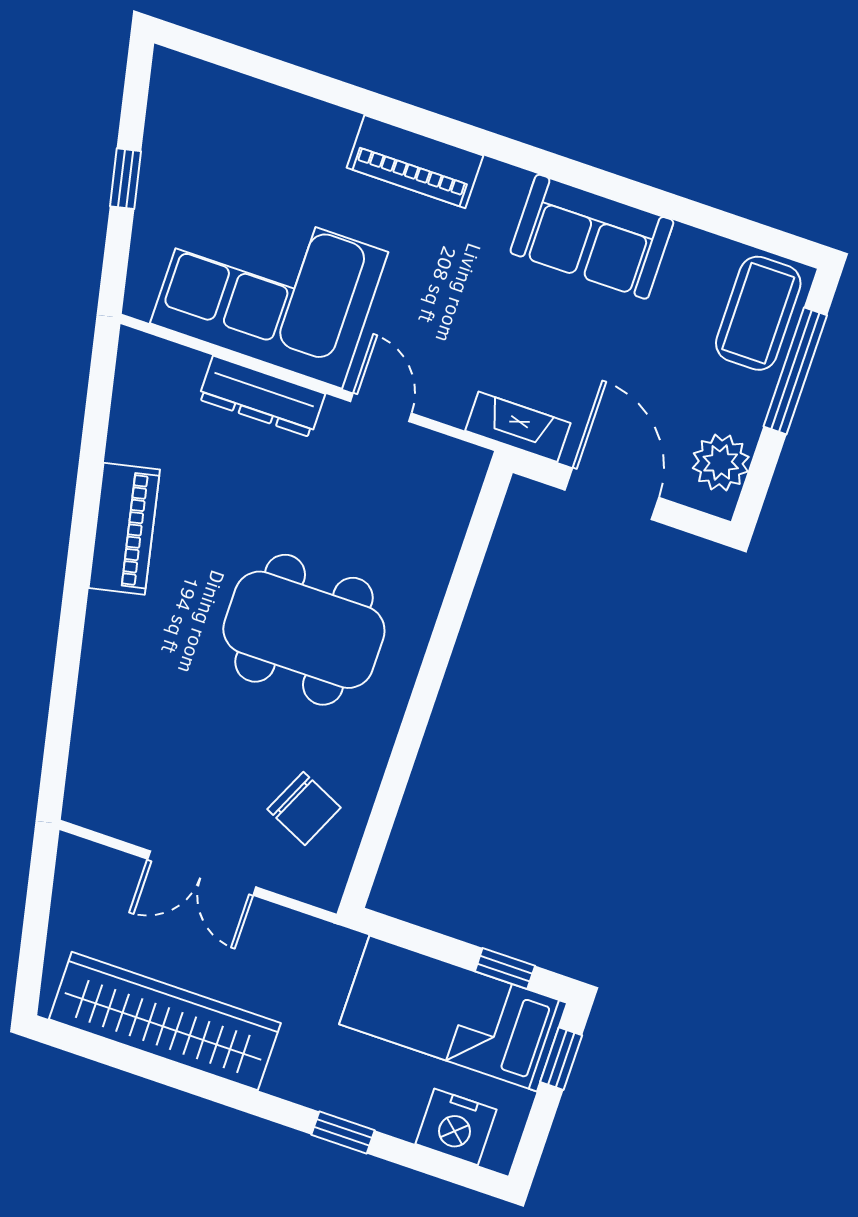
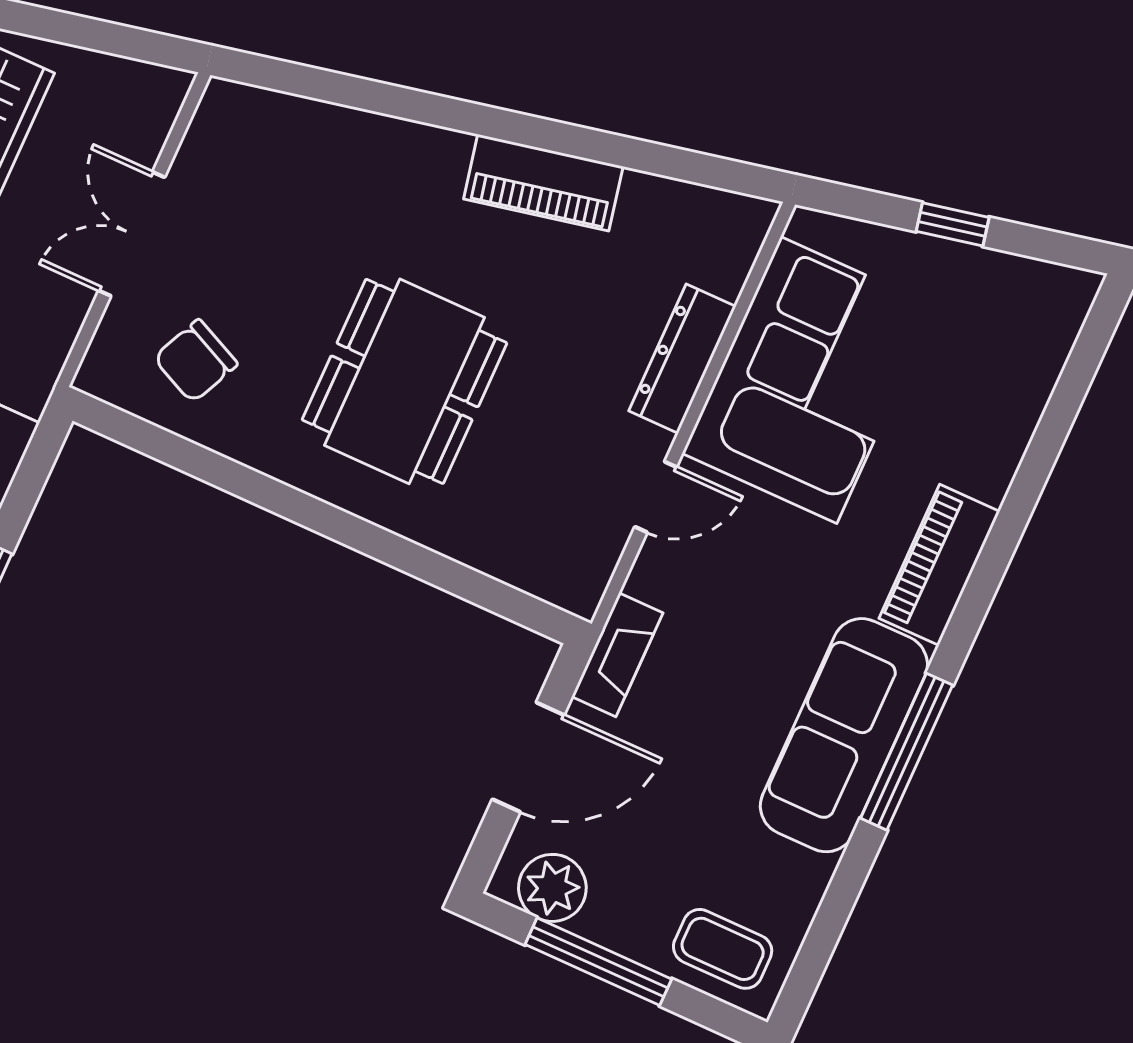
window: (576, 174) -> (907, 752), added
sofa: (592, 237) -> (844, 735), width x1.36
coffee table: (758, 313) -> (723, 949), width x0.73, depth x0.77
window: (795, 371) -> (598, 962), moved

